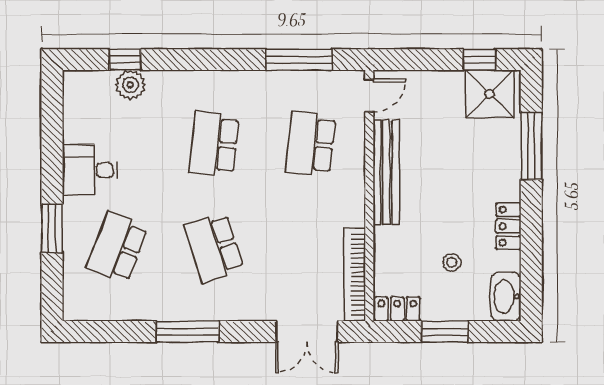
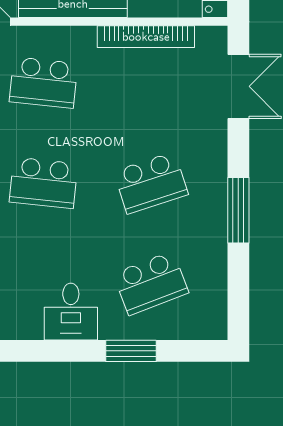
school desk: (117, 247) -> (151, 283), turned -42
bookcase: (355, 275) -> (146, 37), moved

